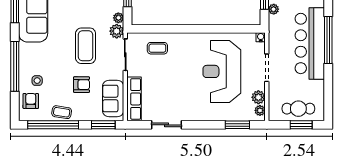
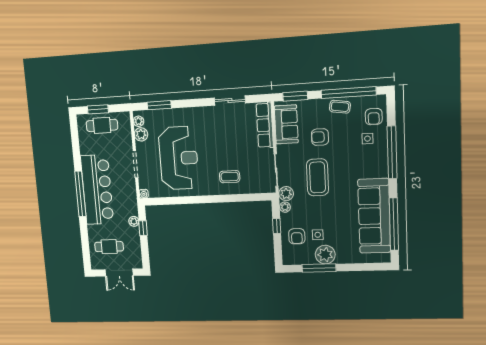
coffee table: (157, 48) -> (230, 177), moved

